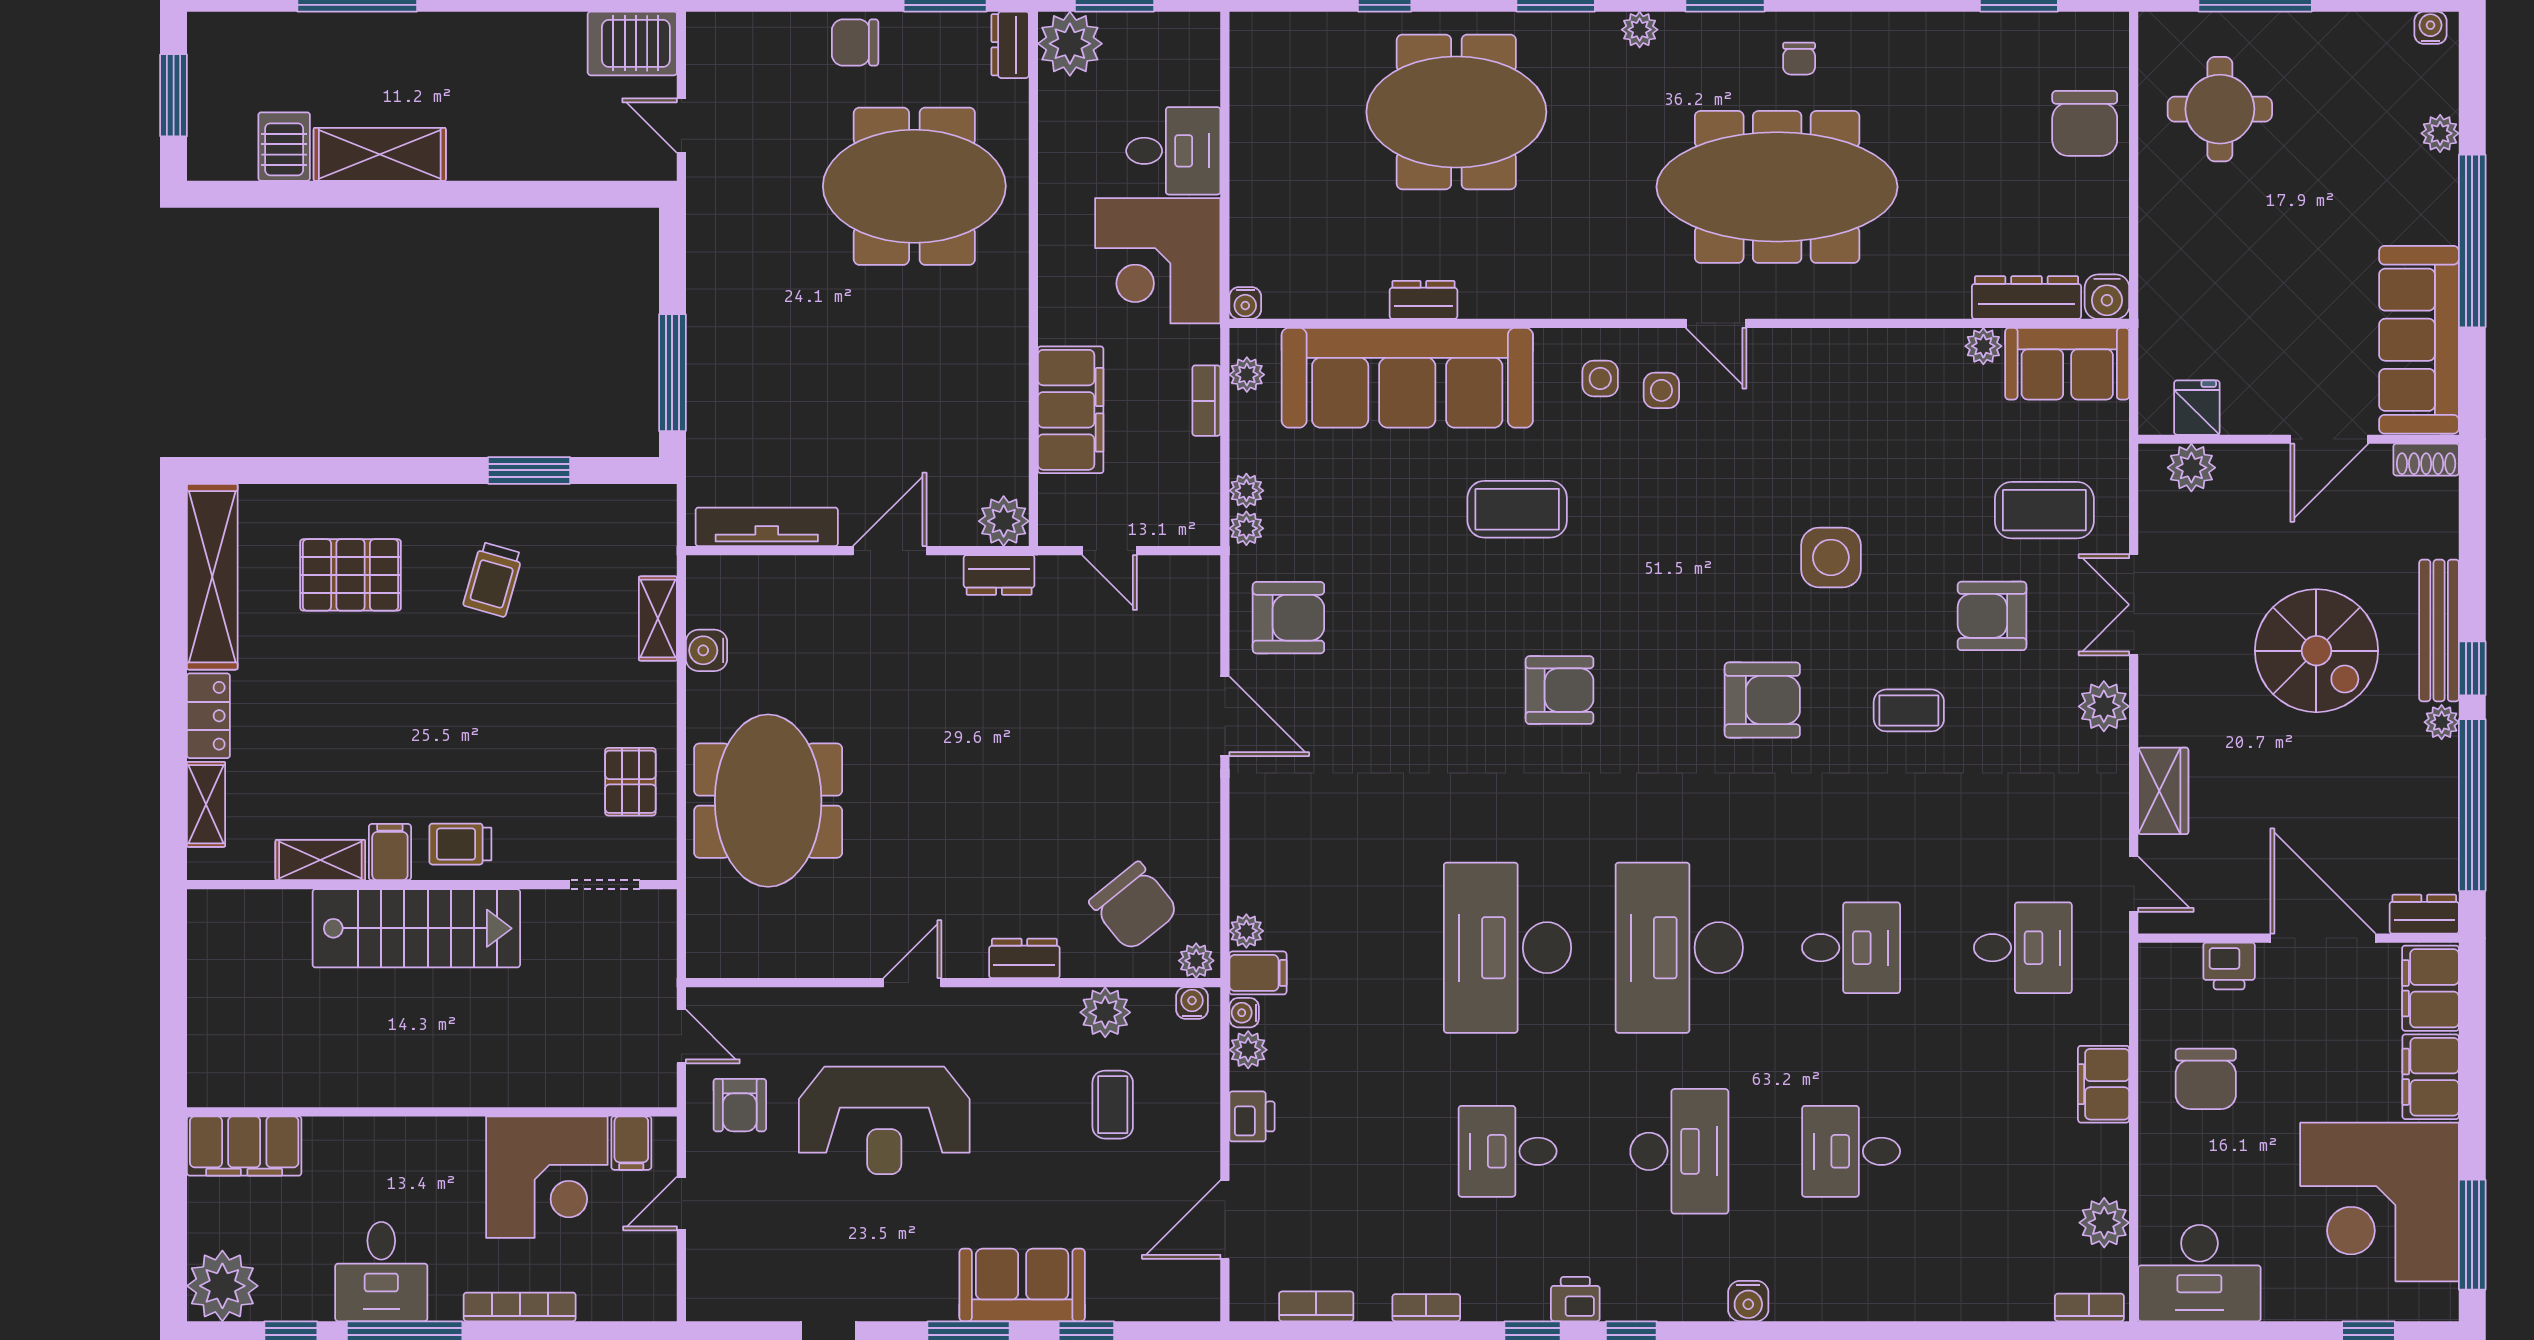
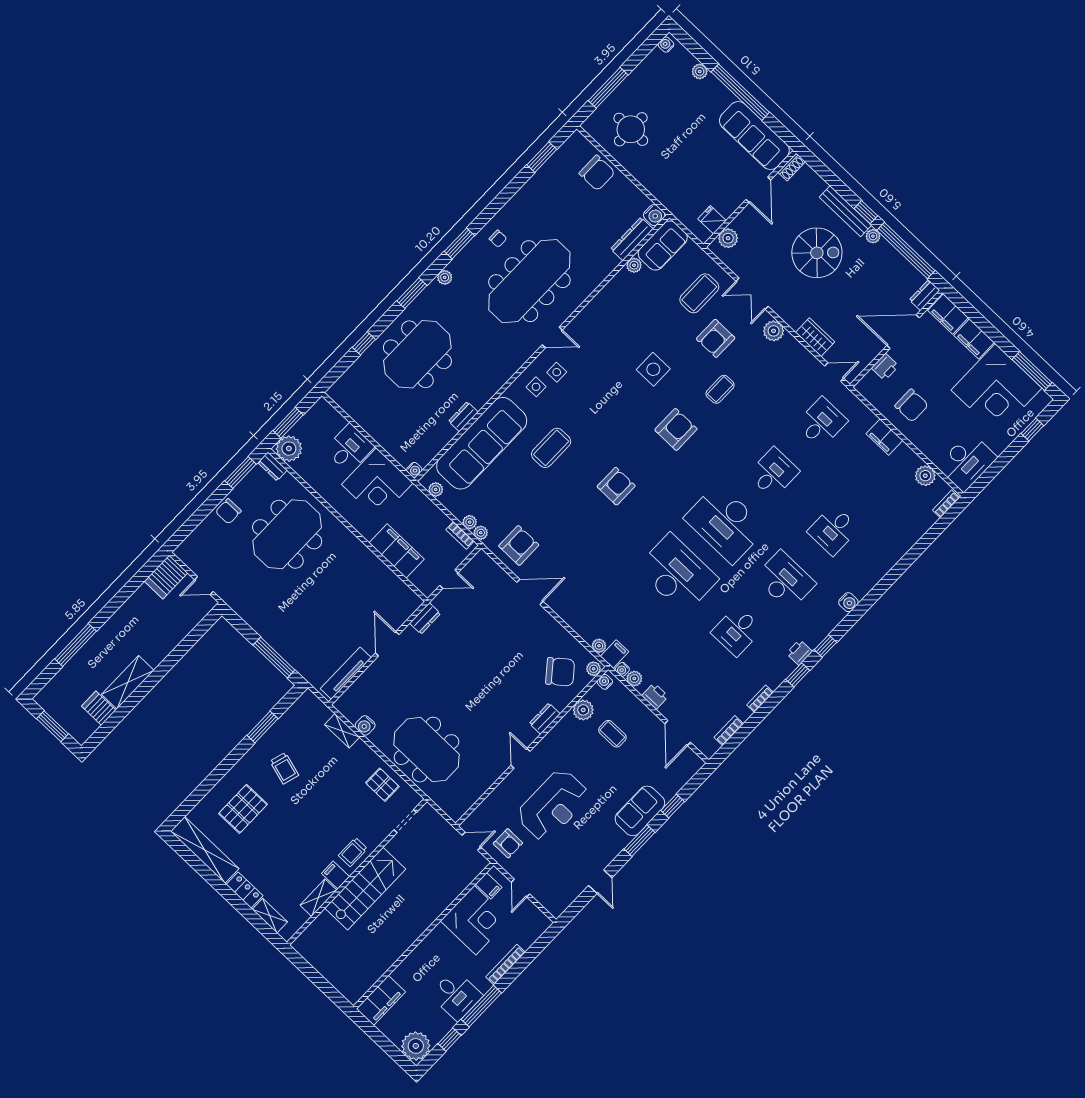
bookcase: (1206, 401) -> (460, 535), moved
plant: (1004, 521) -> (411, 602), removed
desk: (1508, 948) -> (677, 574), turned 180

